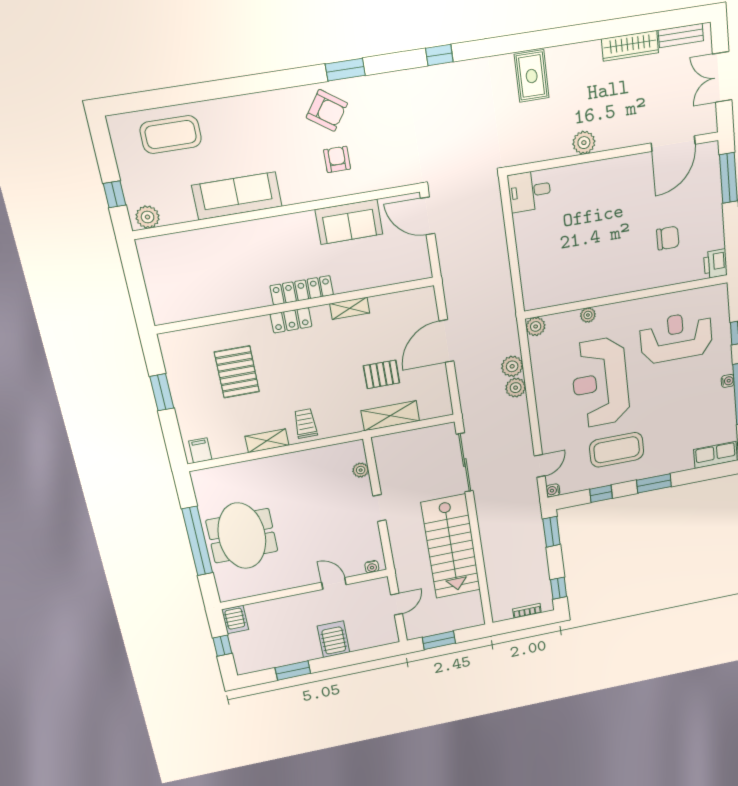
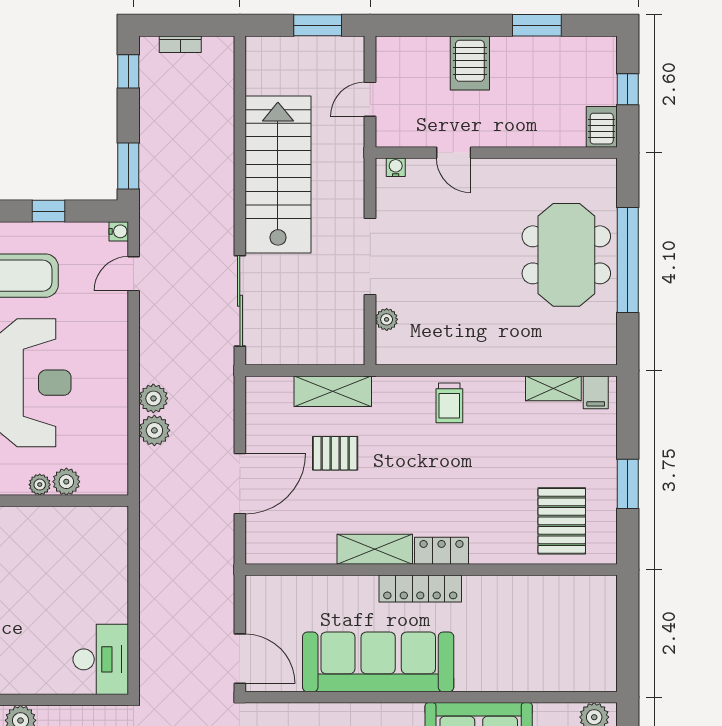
desk: (529, 191) -> (101, 659), width x1.37
sofa: (349, 222) -> (378, 662), width x1.85, depth x1.27
shelving: (350, 308) -> (375, 549), width x1.50, depth x1.33
plant: (536, 326) -> (66, 482), moved
pallet: (237, 372) -> (562, 521), moved
shelving: (267, 441) -> (553, 388), moved
doorway: (379, 508) -> (370, 256), width x1.88

